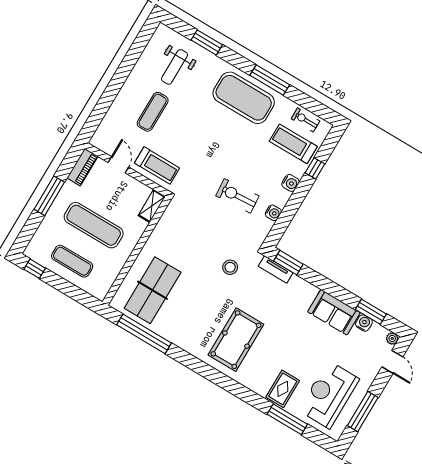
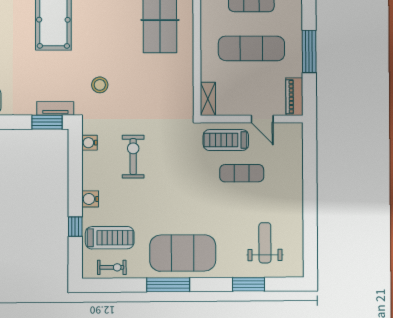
exercise mat: (153, 112) -> (242, 173), moved, turned 90
exercise bike: (237, 196) -> (133, 157), turned -86
water cooler: (273, 213) -> (90, 143), moved

